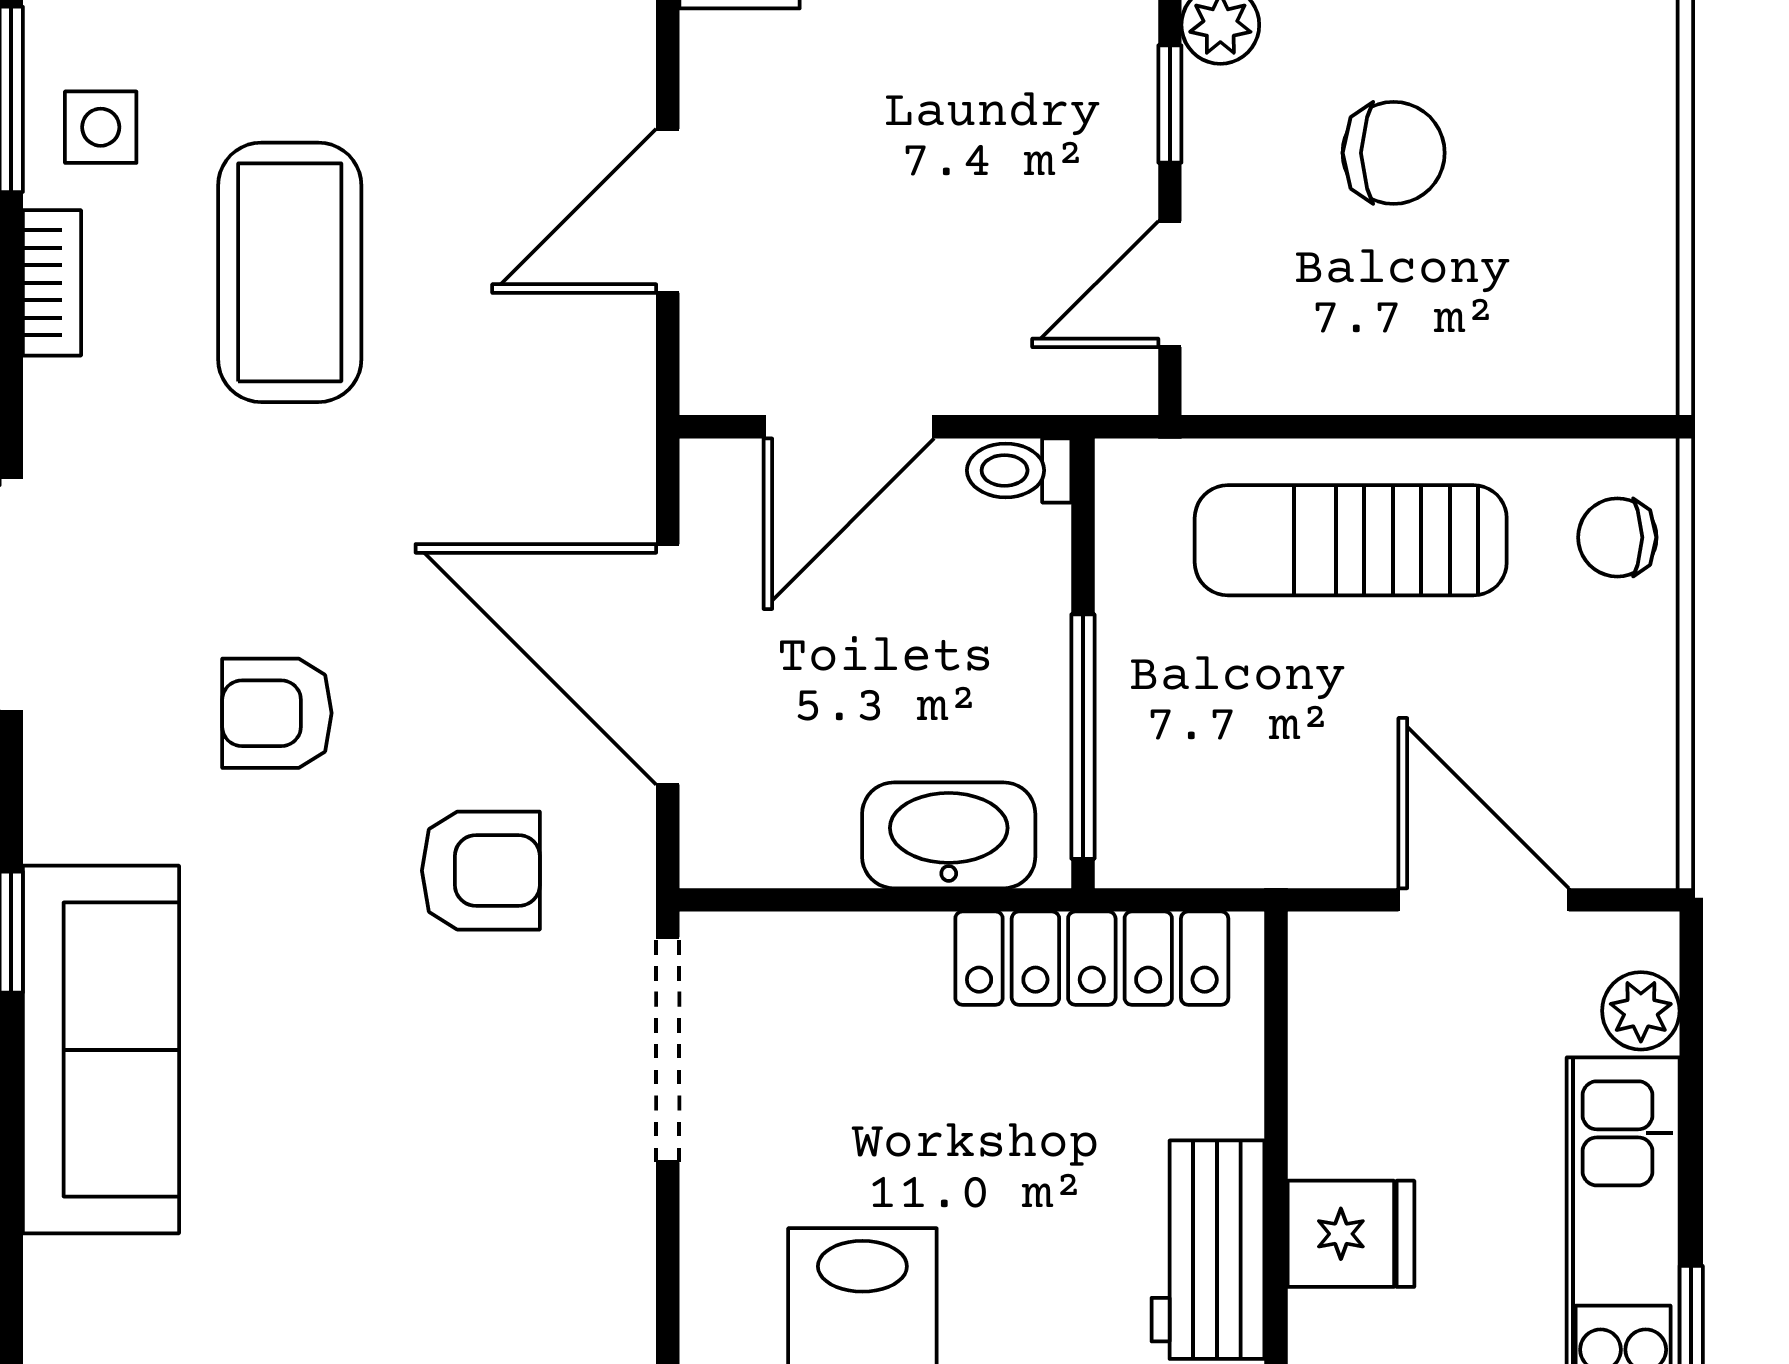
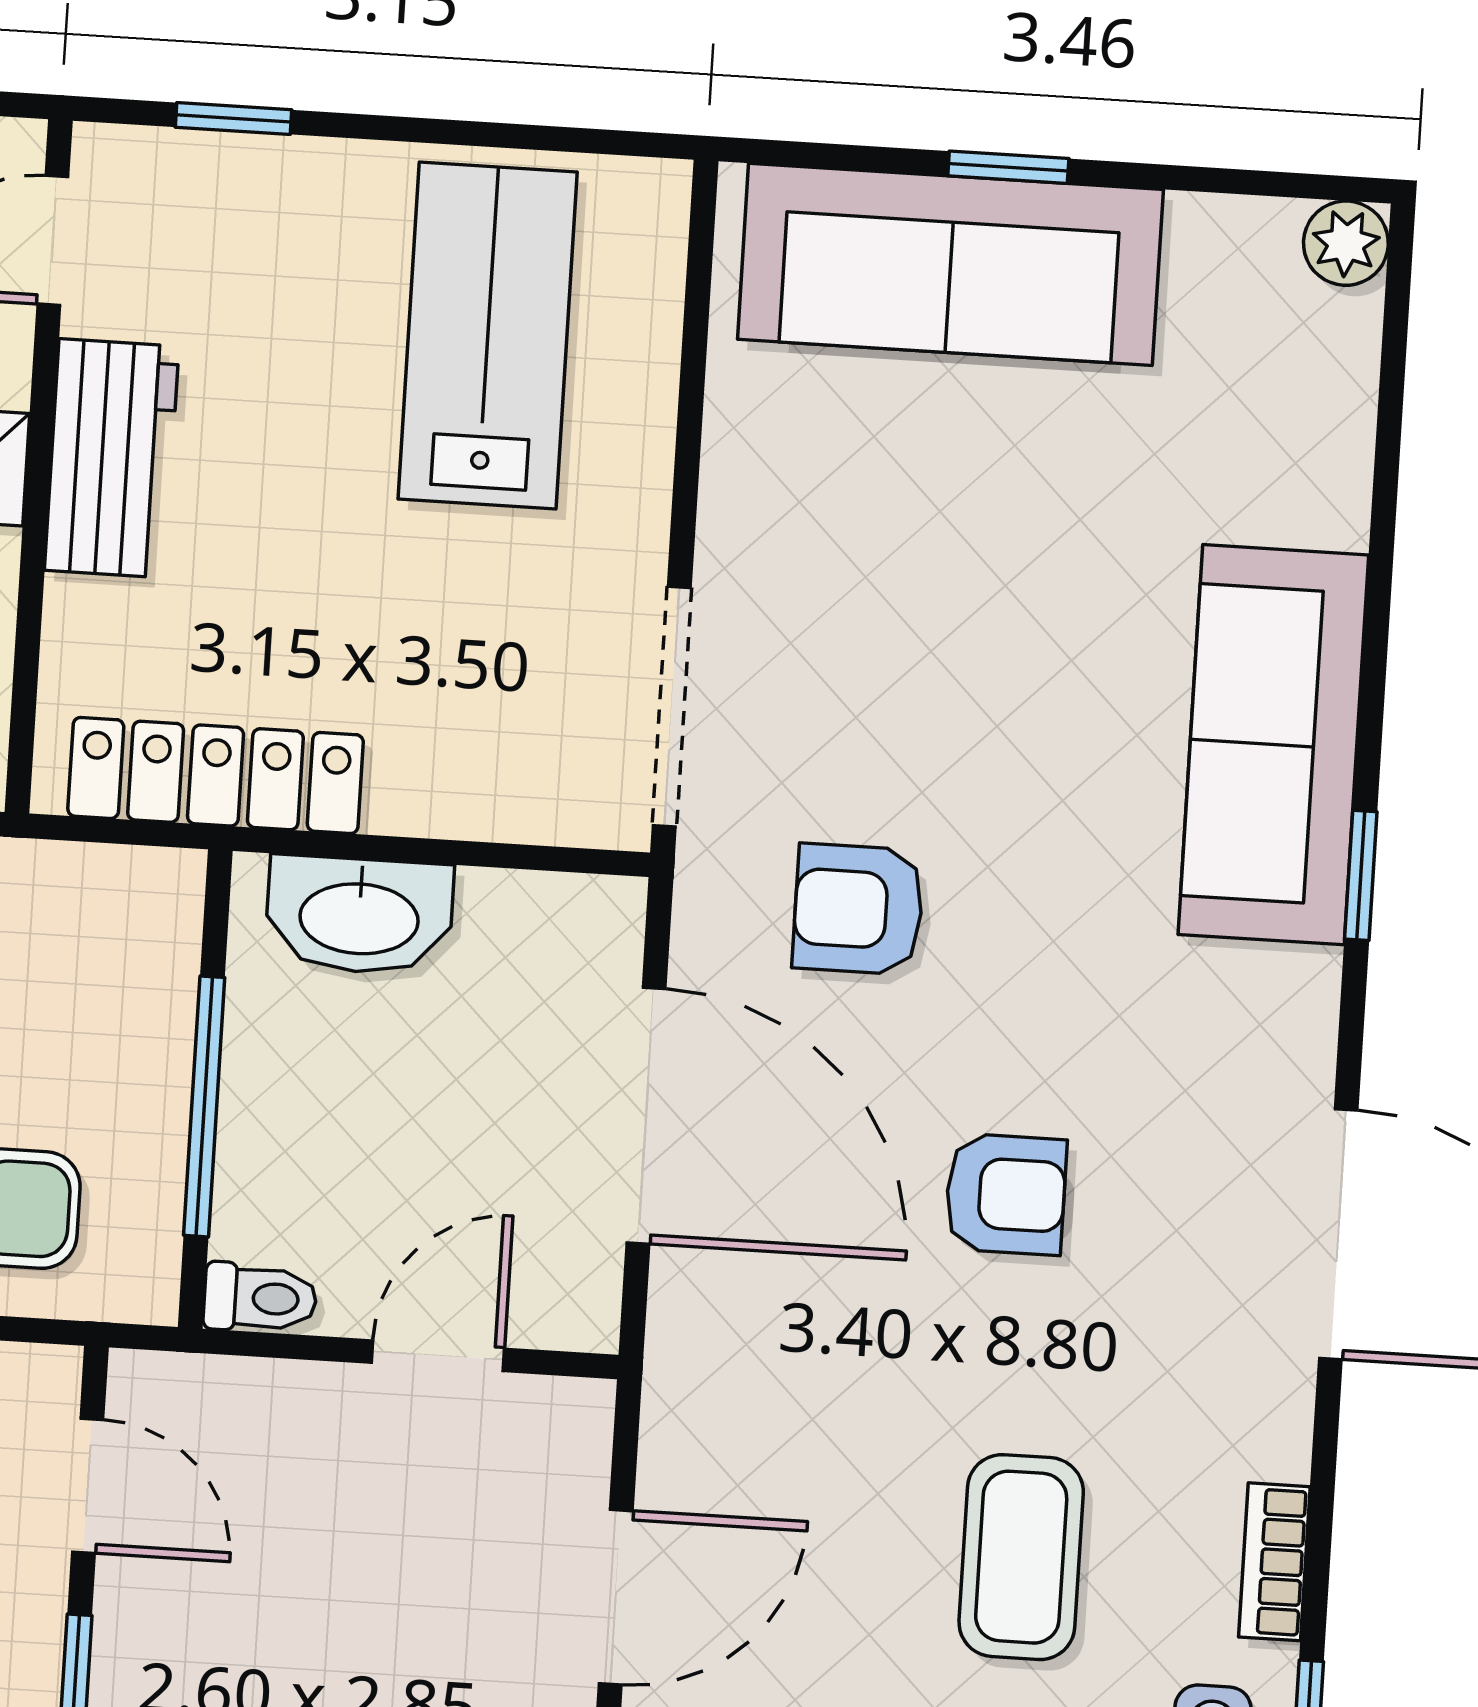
coffee table: (290, 272) -> (1021, 1557), width x0.73, depth x0.76
door: (1170, 284) -> (88, 1486), hinge flipped
door: (849, 427) -> (438, 1356), width x0.73
armchair: (277, 713) -> (1006, 1194), moved
window: (1083, 737) -> (204, 1106), moved

